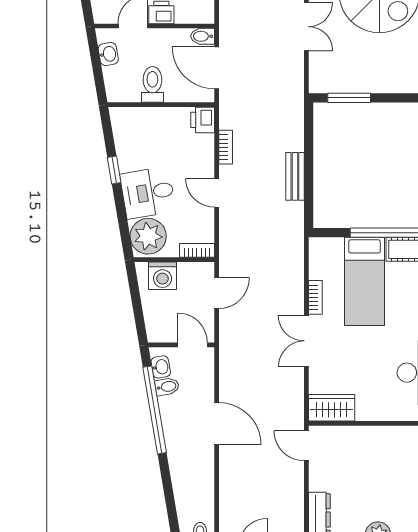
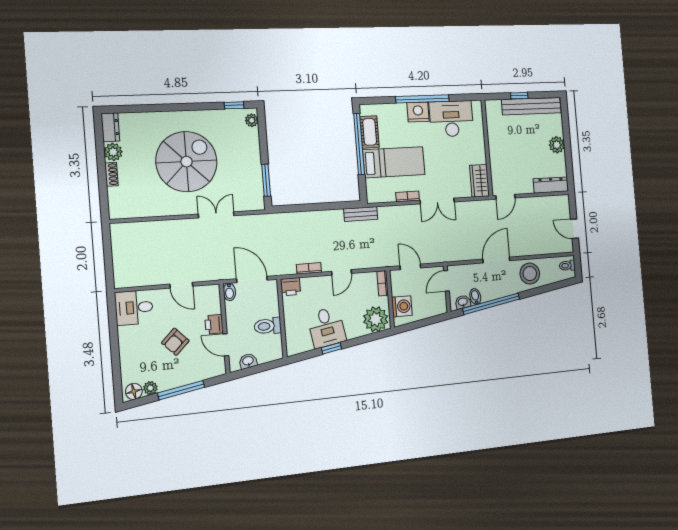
door: (217, 68) -> (252, 280), swing flipped
bench: (295, 176) -> (361, 214), moved
desk: (148, 193) -> (327, 327), moved
stool: (193, 474) -> (530, 274), added

